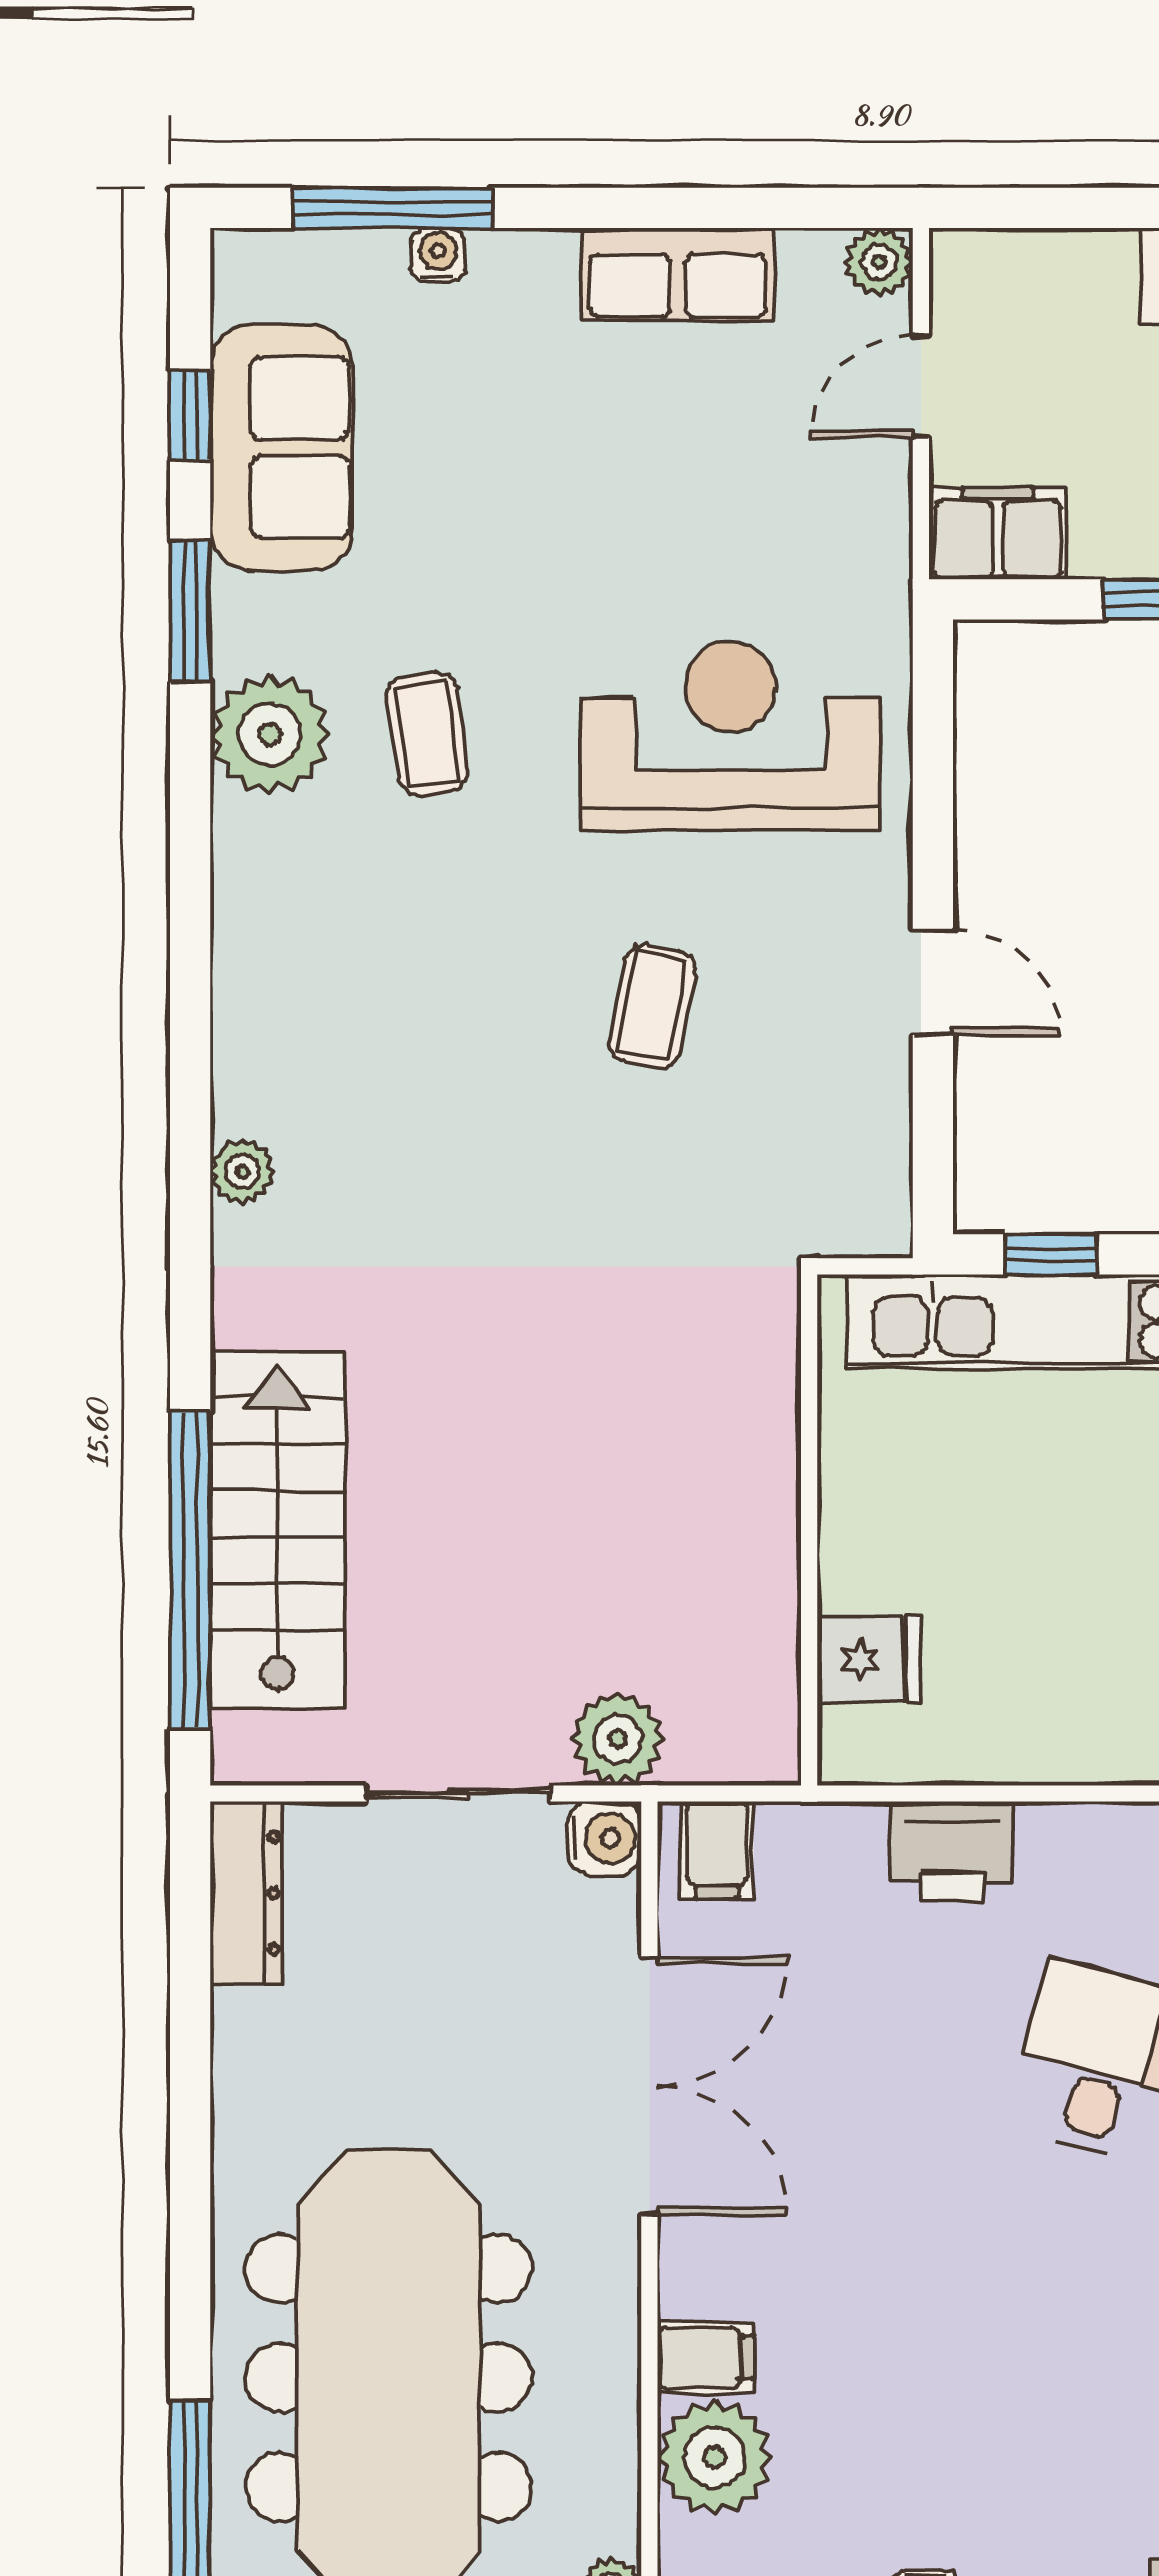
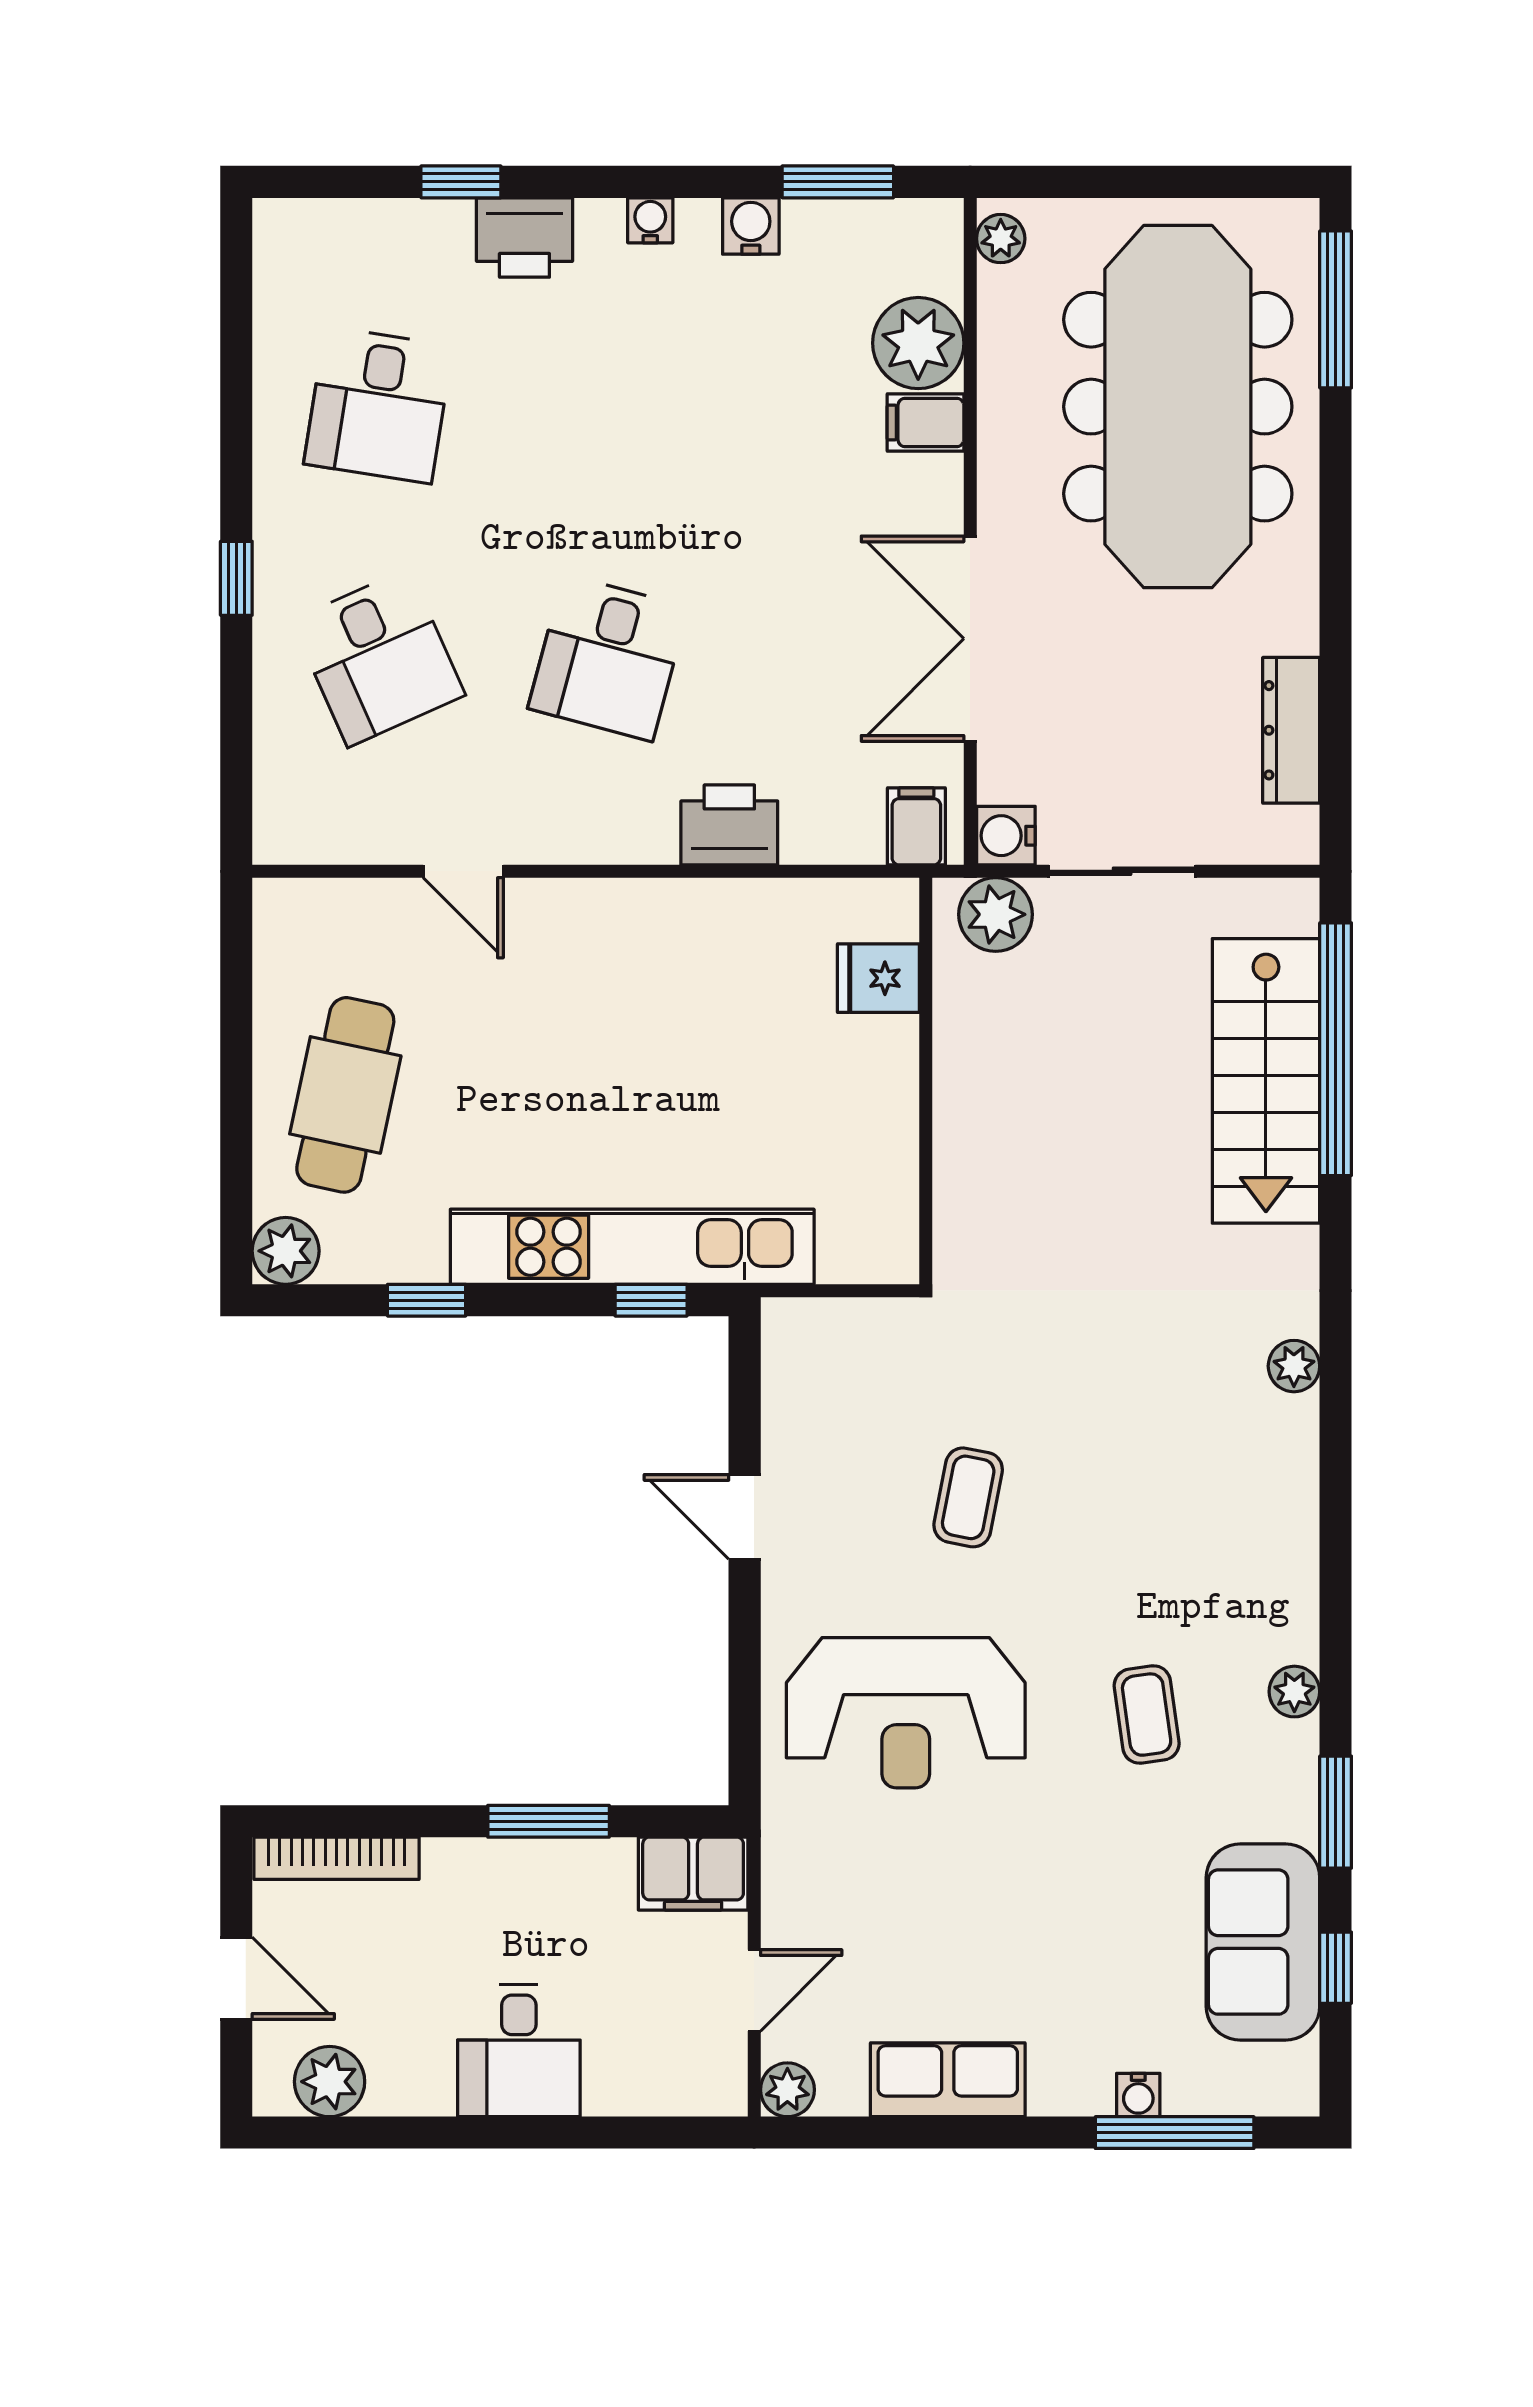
plant: (270, 735) -> (1294, 1692), width x0.53, depth x0.53
wall: (809, 1530) -> (926, 1081), moved
fridge: (869, 1659) -> (878, 978), moved
dresser: (246, 1893) -> (1291, 730), moved

